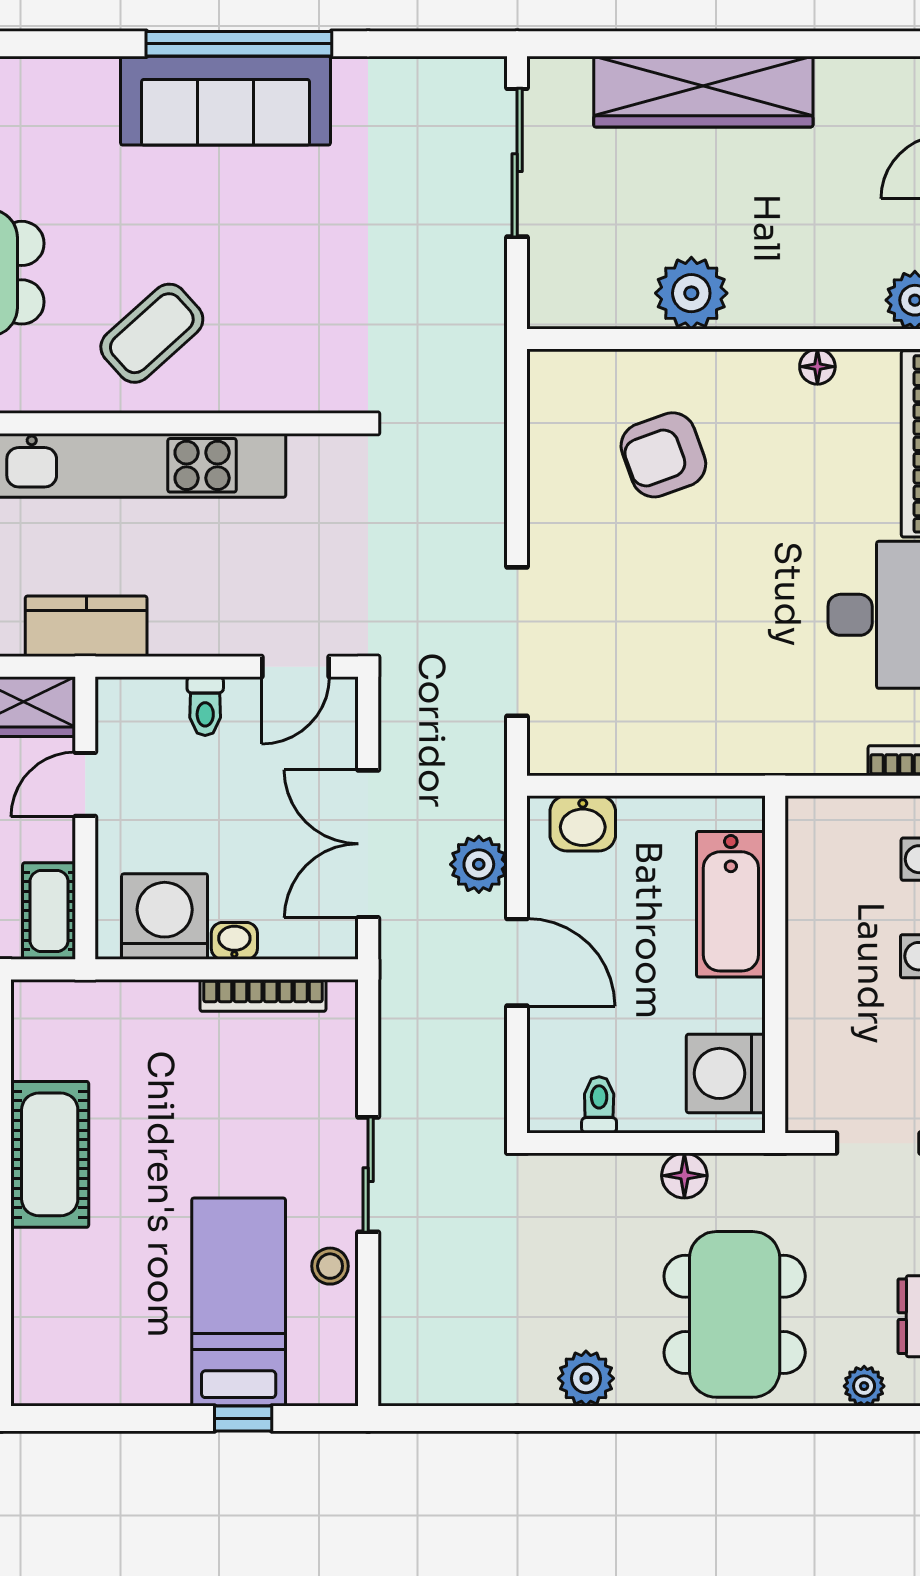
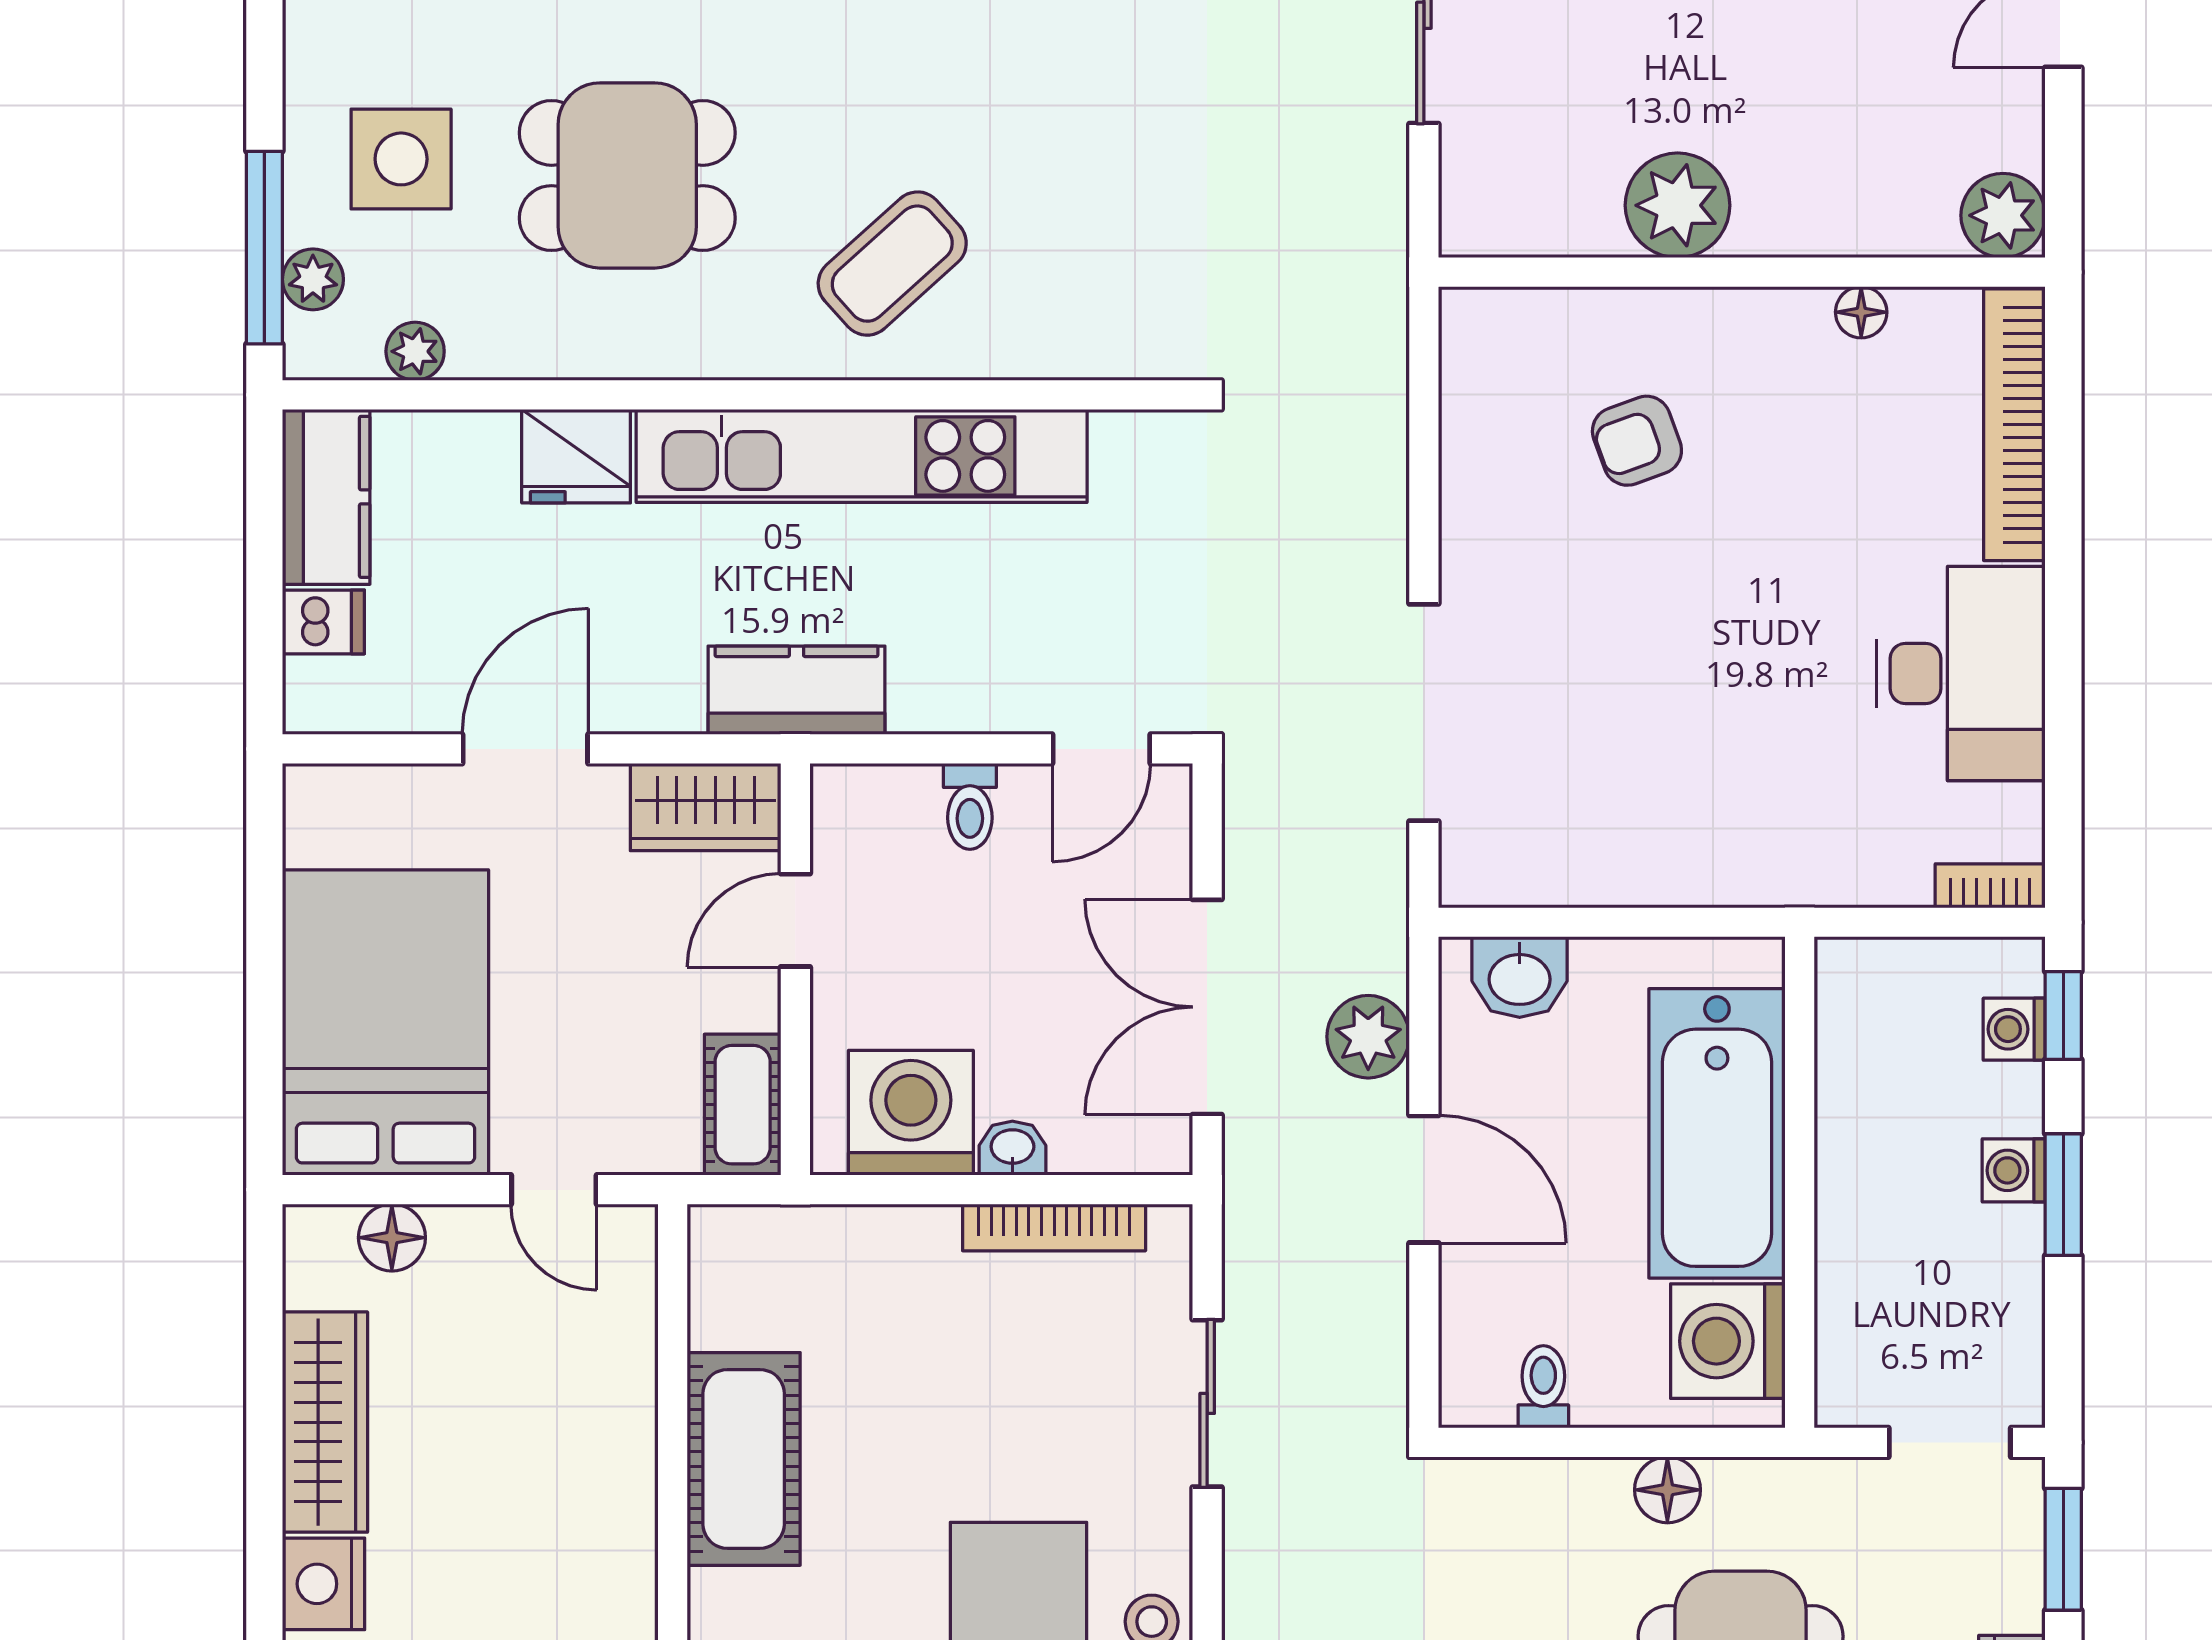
armchair: (663, 455) -> (1637, 441), width x0.72, depth x0.72
bathtub: (731, 904) -> (1717, 1133), width x1.36, depth x1.36
sliding door: (368, 1175) -> (1207, 1403), moved

